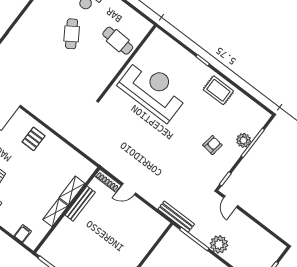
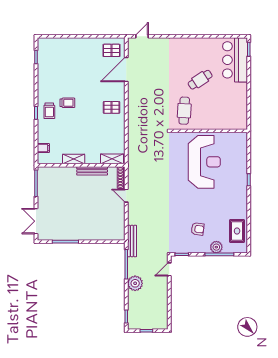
cafe table: (118, 41) -> (184, 111), moved
rug: (218, 90) -> (237, 231), moved
shelving: (72, 190) -> (112, 159), moved

